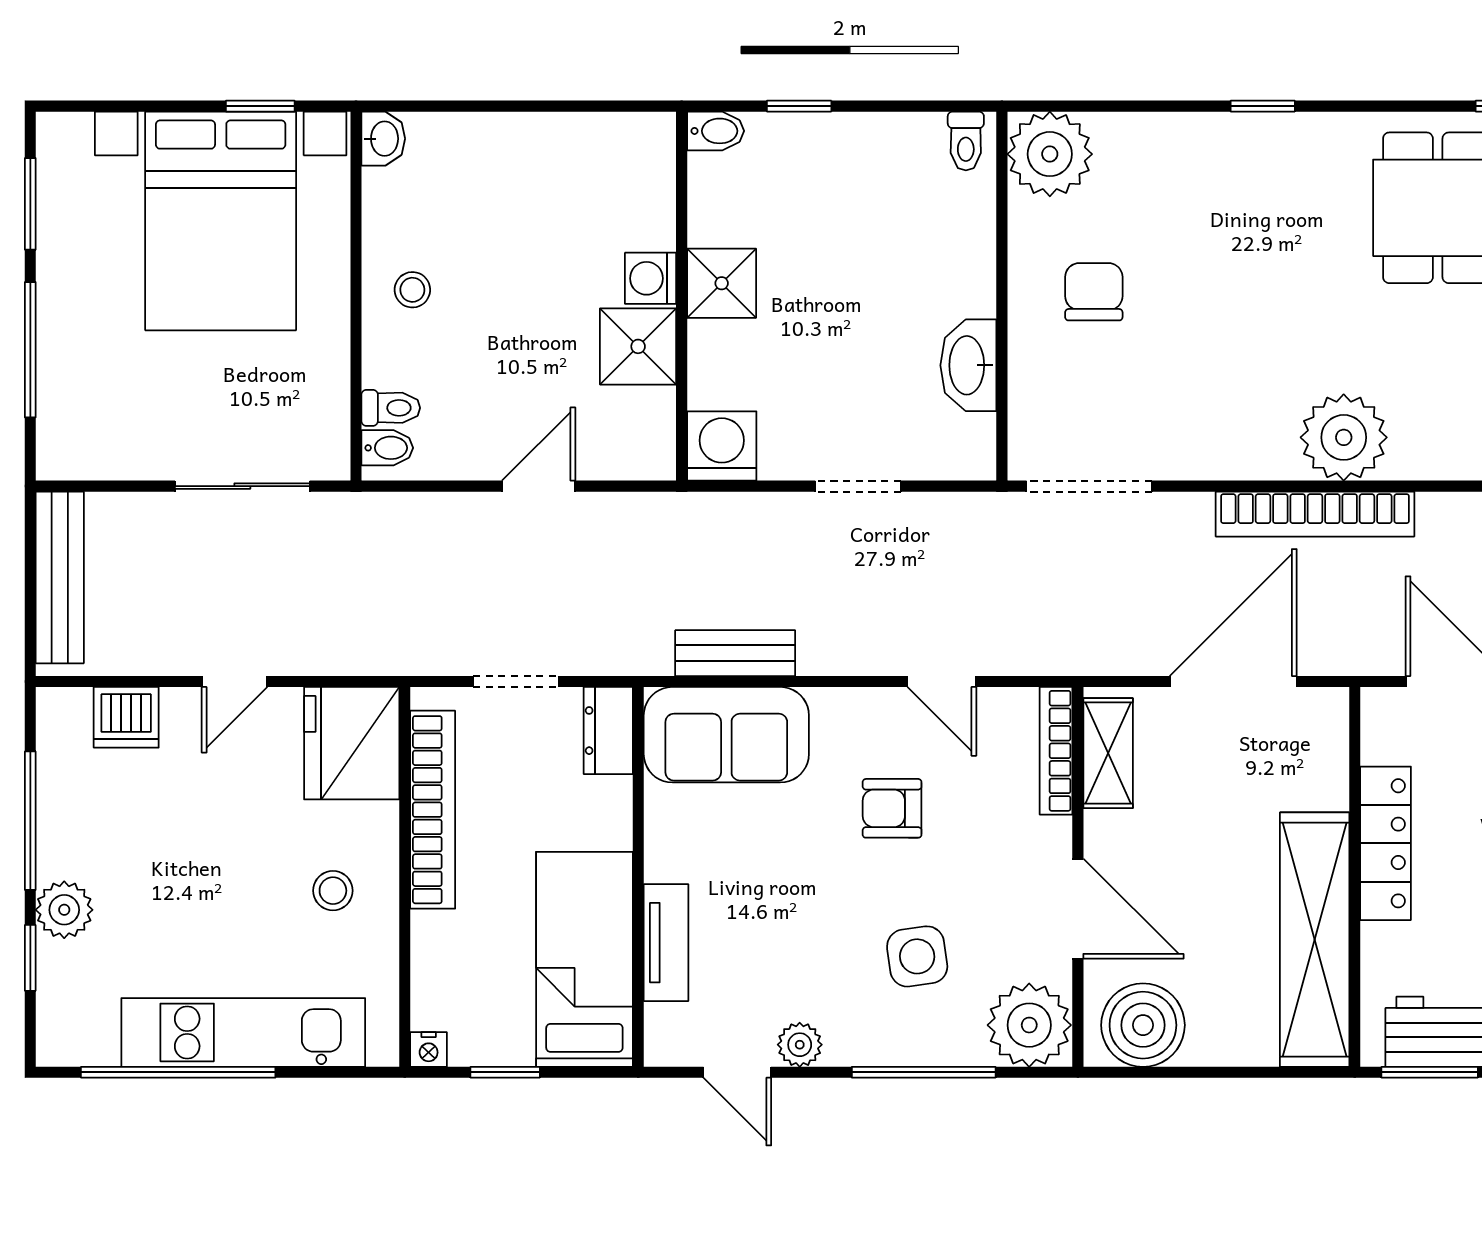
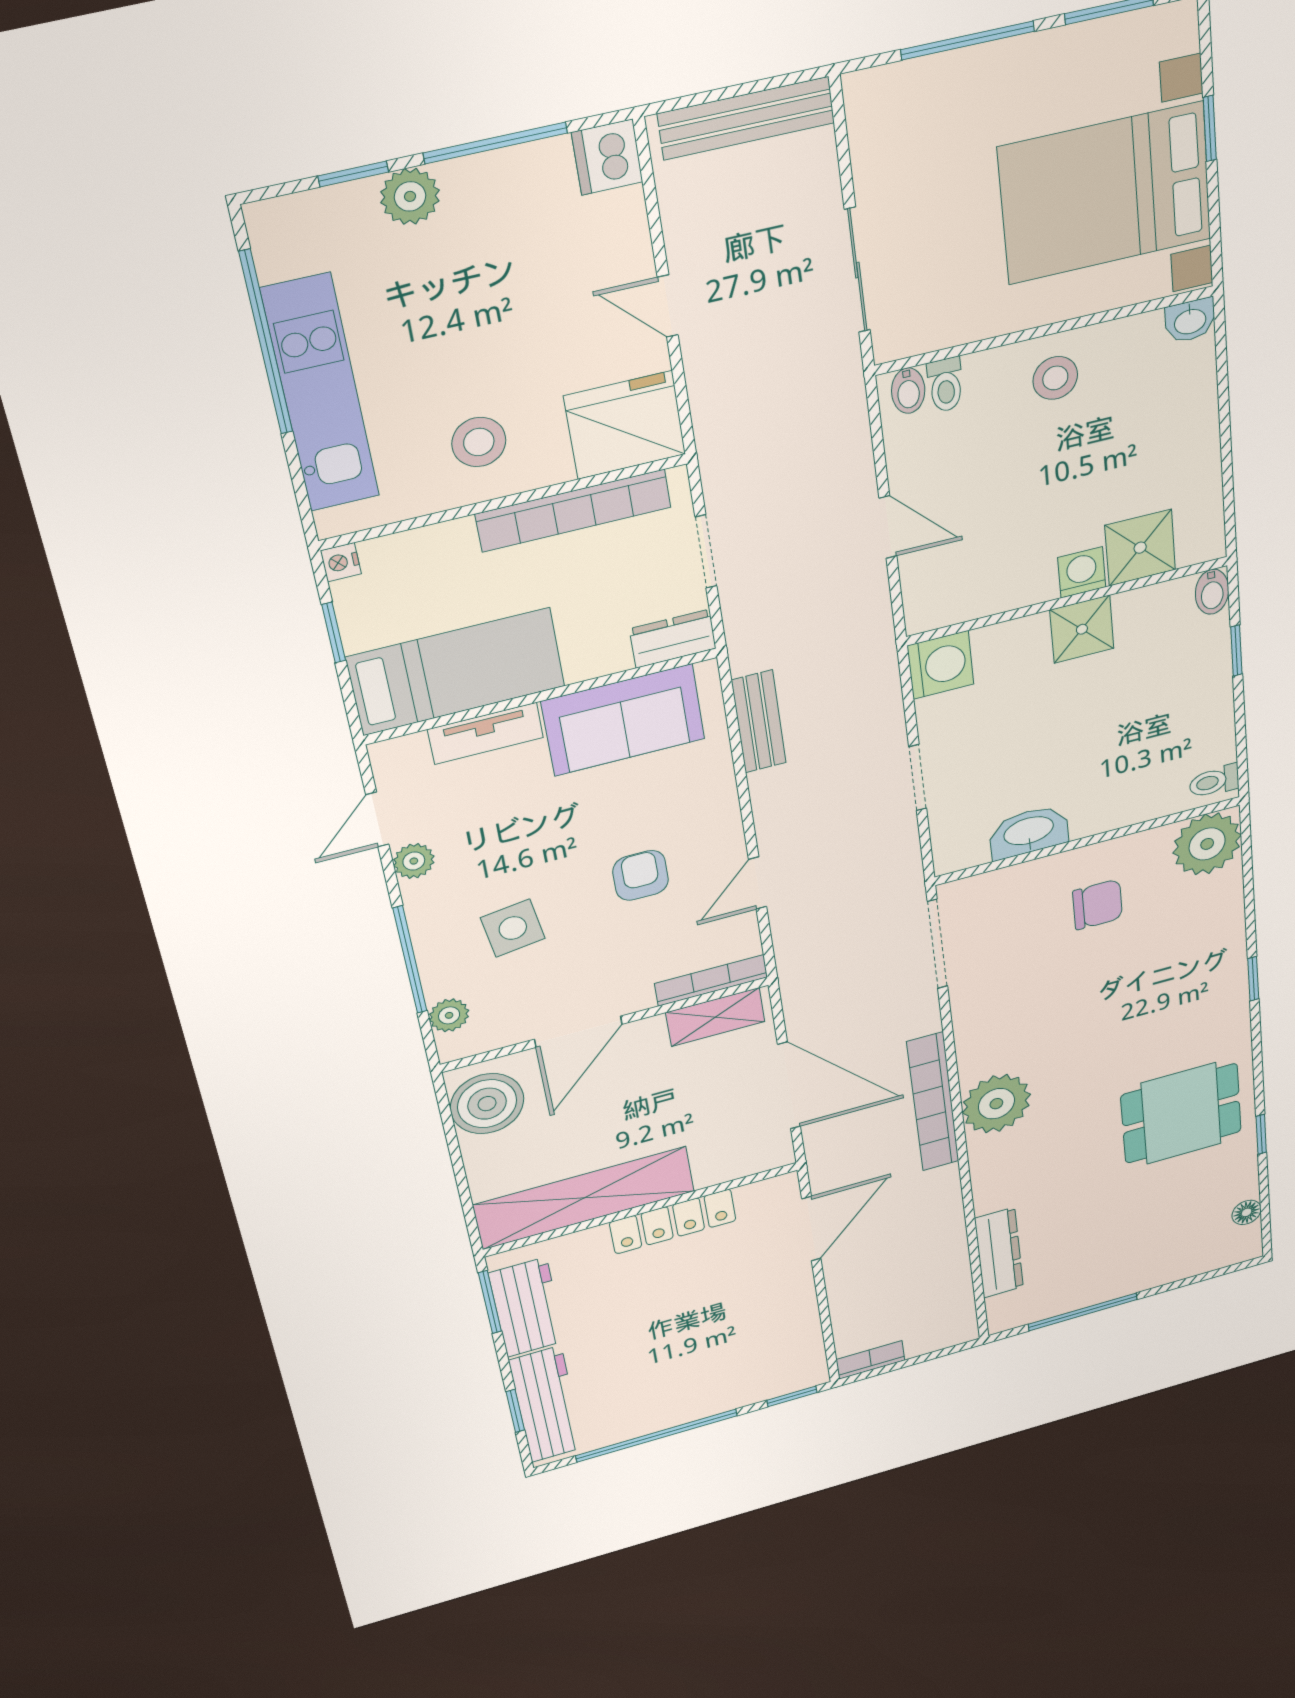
window: (260, 106) -> (1210, 128), moved
stool: (412, 290) -> (1055, 378), width x1.37, depth x1.37
shower: (638, 346) -> (1140, 548), moved
dishwasher: (126, 717) -> (607, 157), moved
sofa: (726, 735) -> (623, 720), moved, turned -90
stool: (333, 891) -> (479, 442), width x1.37, depth x1.37
plant: (1029, 1025) -> (449, 1015), width x0.53, depth x0.53

